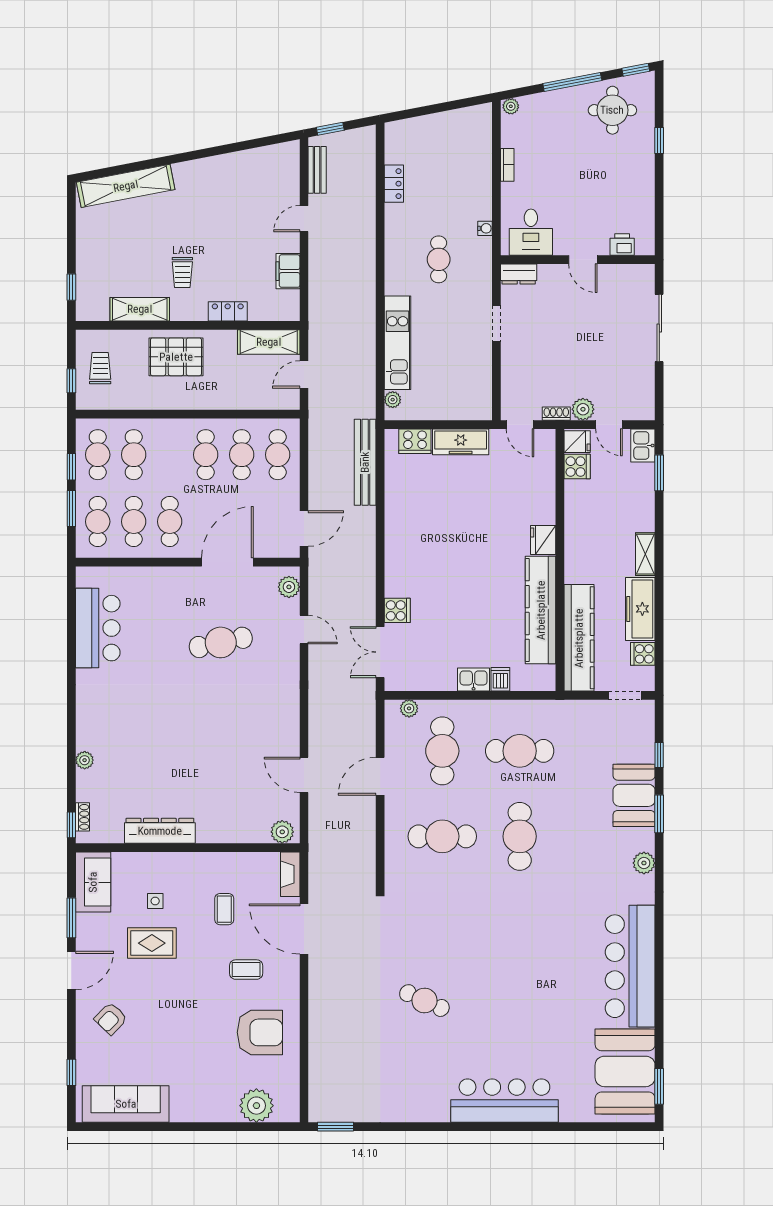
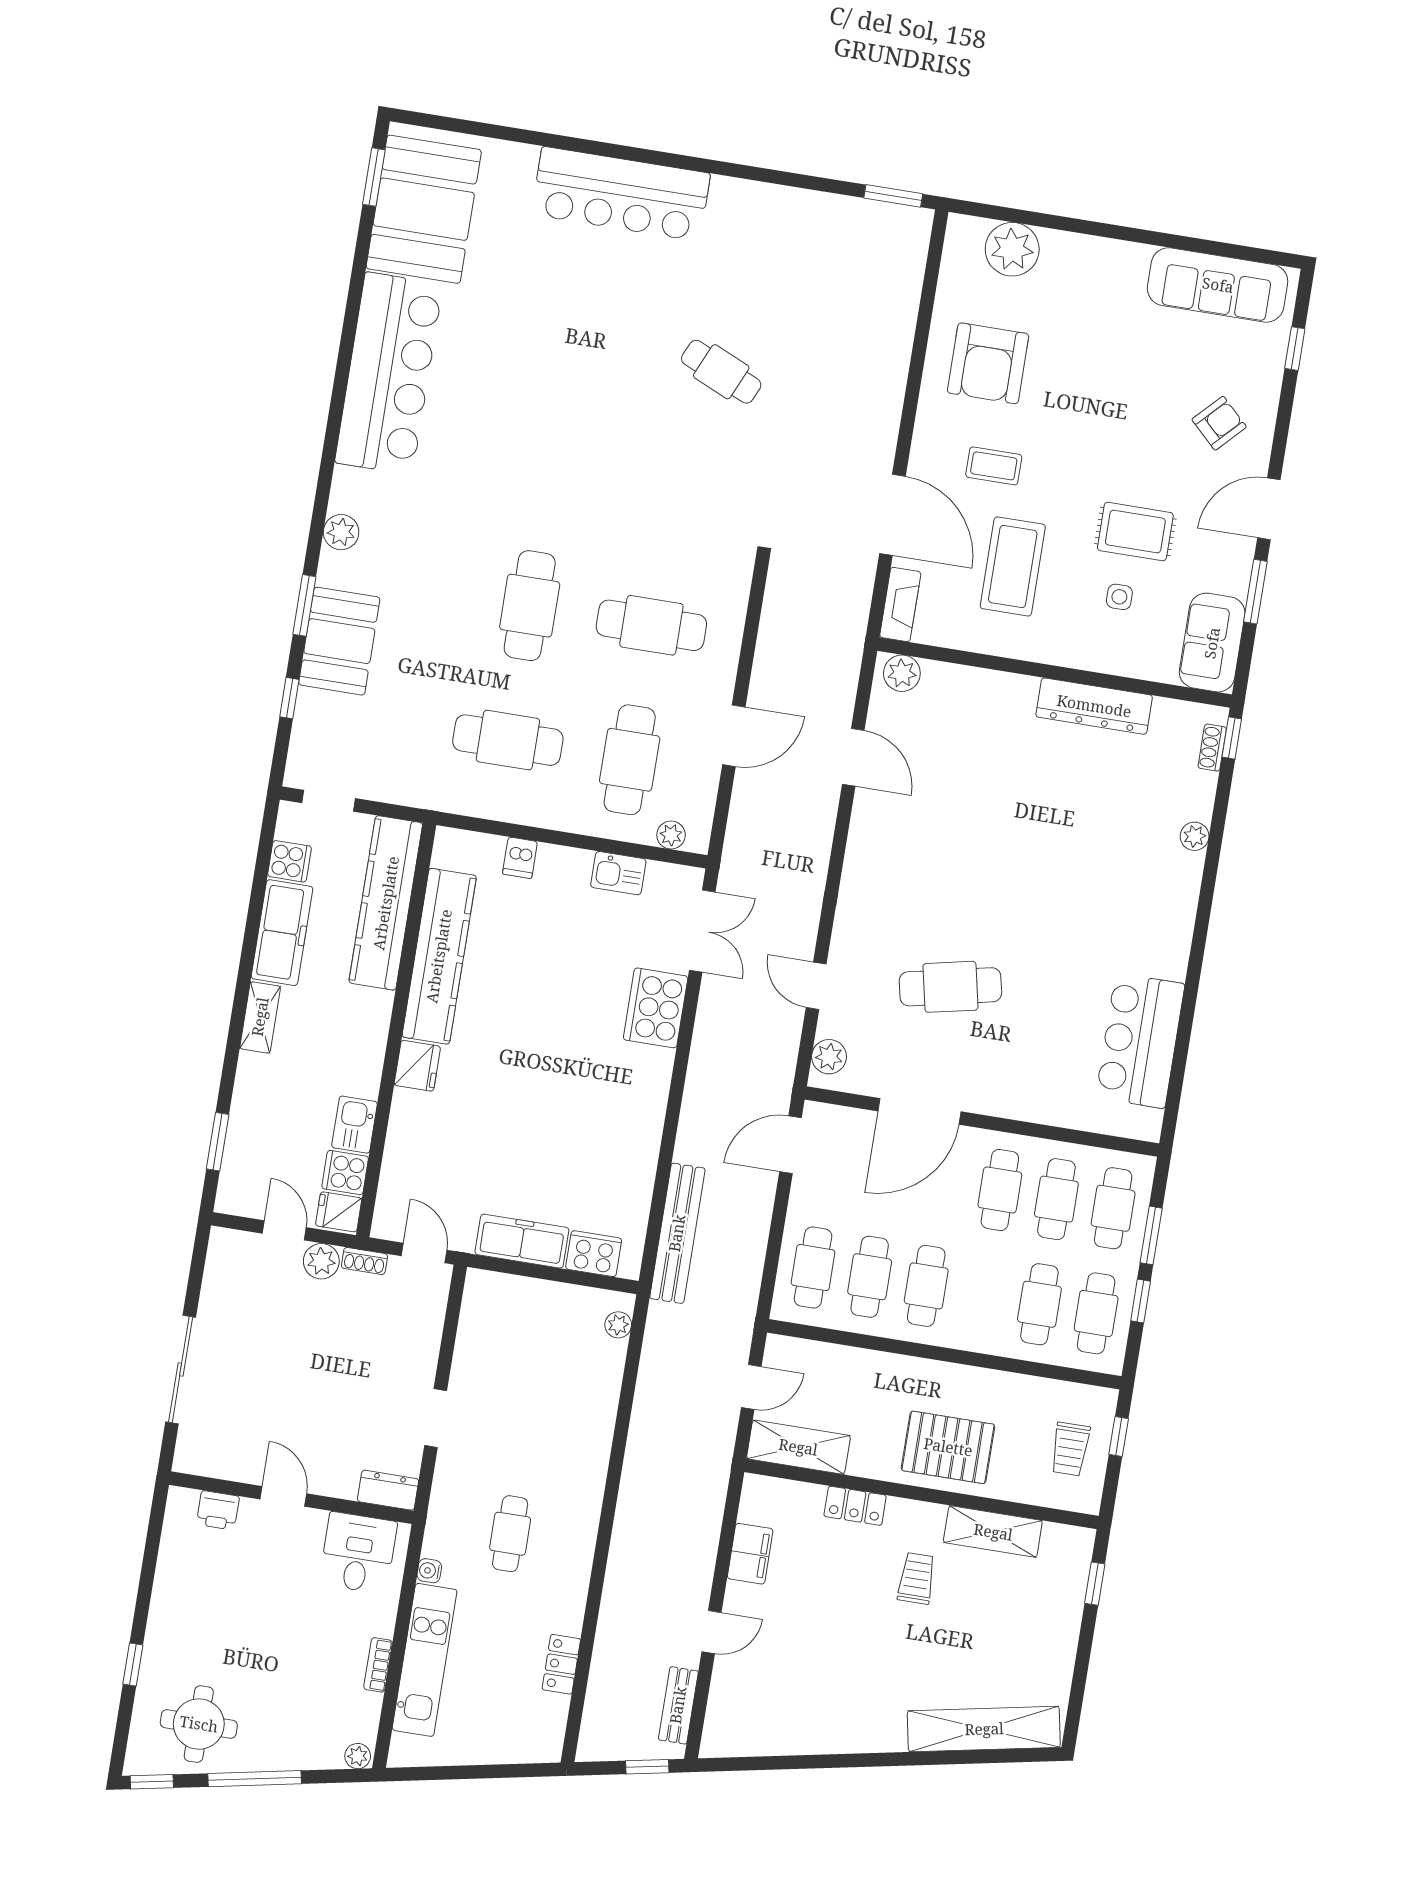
kitchen unit: (398, 343) -> (425, 1660), moved, turned 180
kitchen sink: (643, 445) -> (355, 1125), moved, turned 180
cooker: (397, 610) -> (656, 1008), width x1.87, depth x1.31
kitchen sink: (474, 680) -> (618, 873), moved
coffee table: (224, 909) -> (1013, 566), width x1.86, depth x1.72
armchair: (260, 1032) -> (988, 363), turned -90

